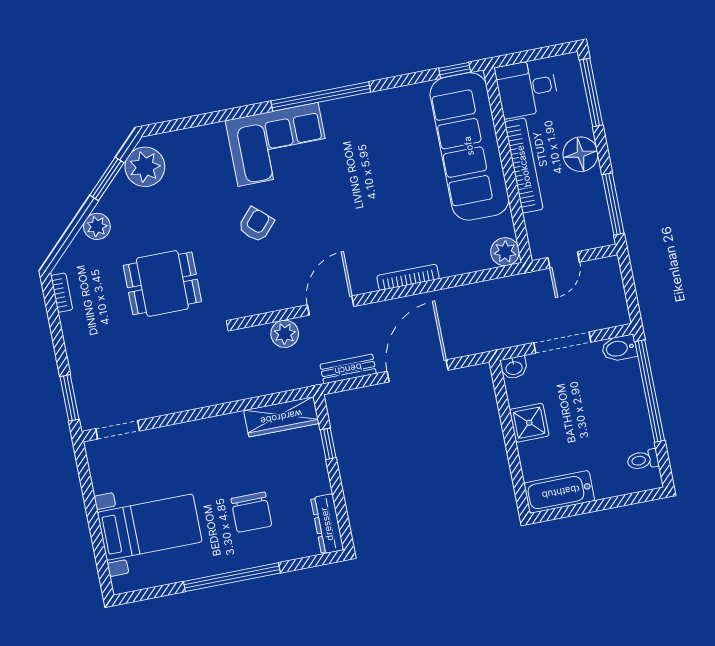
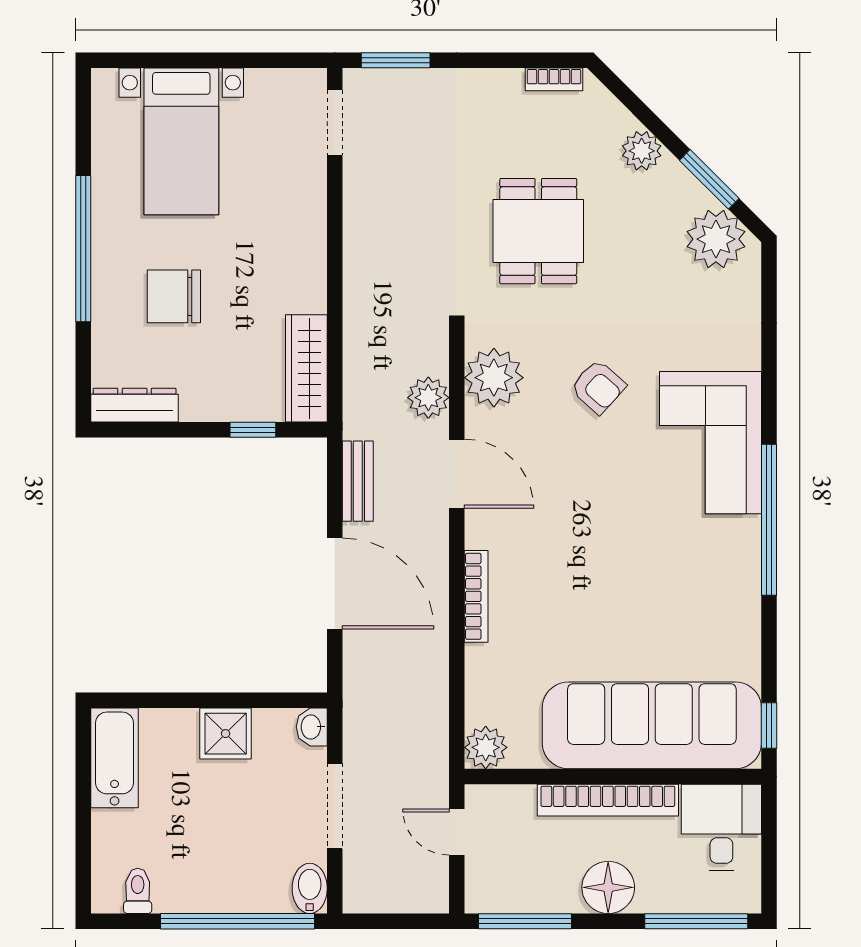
plant: (263, 294) -> (494, 378), added

